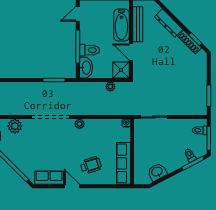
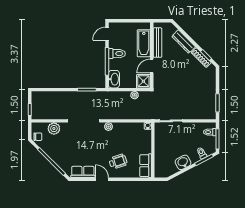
toilet: (90, 50) -> (117, 54), moved
door: (131, 52) -> (152, 66), hinge flipped
row of seats: (123, 163) -> (146, 166), width x0.68
washbasin: (157, 172) -> (183, 162), moved

